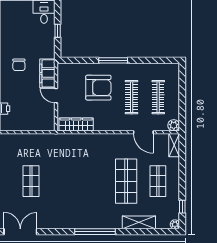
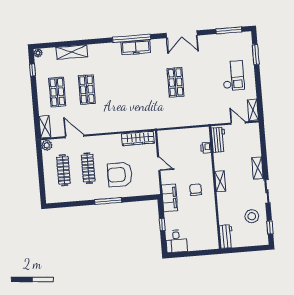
filing cabinet: (47, 73) -> (170, 198), moved
shop shelf: (126, 181) -> (87, 90), width x0.70, depth x0.74
freezer: (70, 222) -> (136, 47), added
window: (95, 232) -> (132, 38), moved

